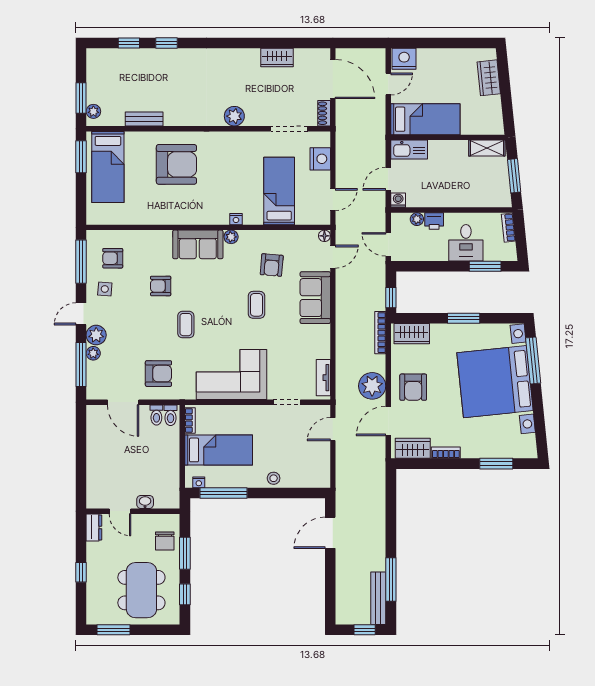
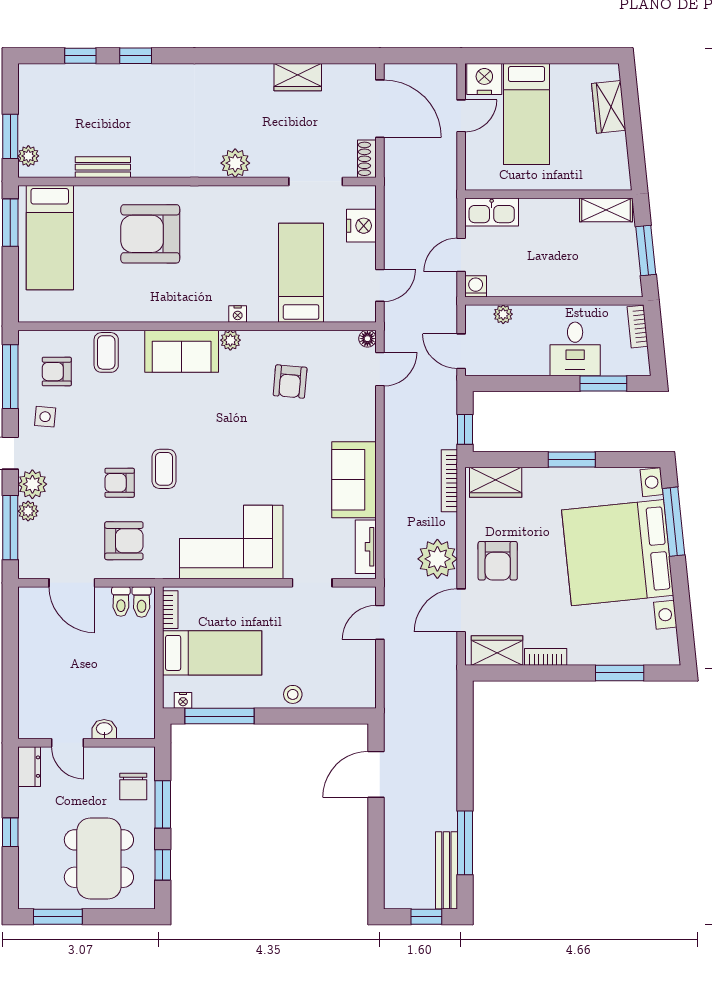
bed: (425, 119) -> (526, 114), moved, turned 90
armchair: (176, 164) -> (150, 234), turned 180
printer: (434, 221) -> (528, 317), removed
armchair: (161, 286) -> (120, 483), moved
sofa: (315, 298) -> (354, 480), moved
coffee table: (256, 305) -> (106, 352), moved

